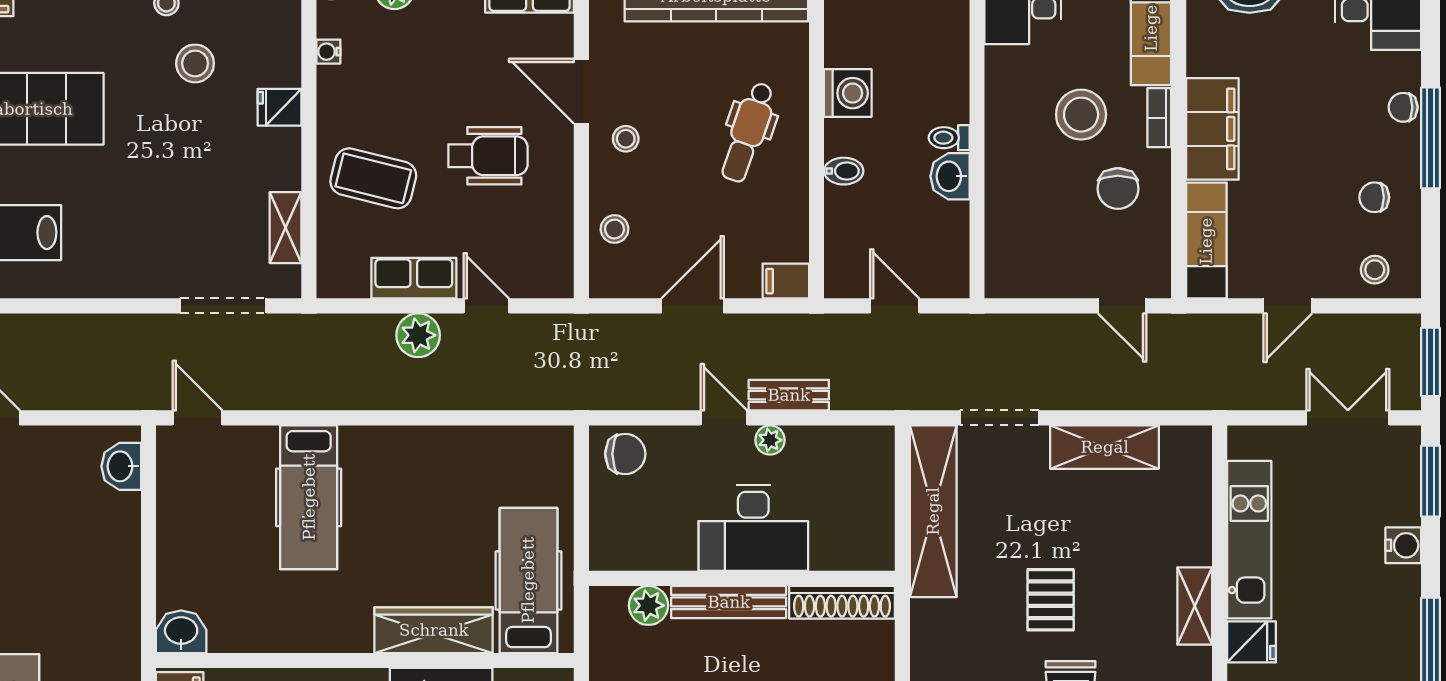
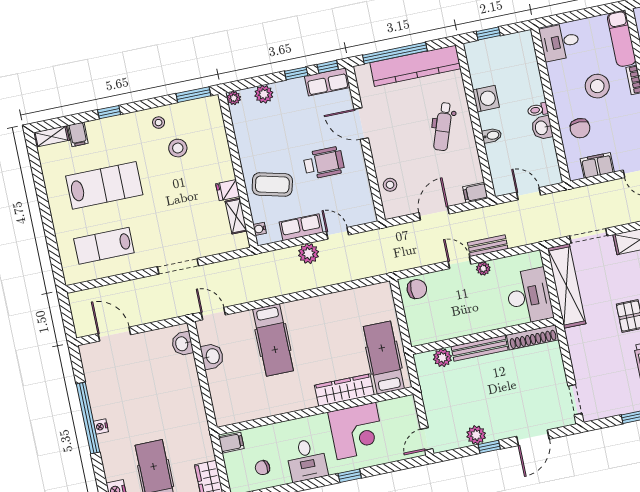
water cooler: (328, 52) -> (260, 229), moved
fridge: (280, 107) -> (228, 190), moved
stool: (626, 139) -> (387, 142), removed
chair: (1118, 189) -> (580, 128), moved
filing cabinet: (1047, 277) -> (597, 165), added
doorway: (223, 306) -> (178, 266), moved
desk: (753, 528) -> (529, 296), moved, turned -90
washbasin: (181, 632) -> (212, 356), moved, turned 90

